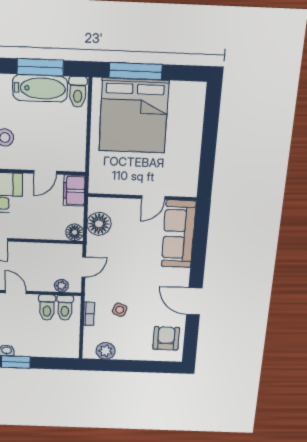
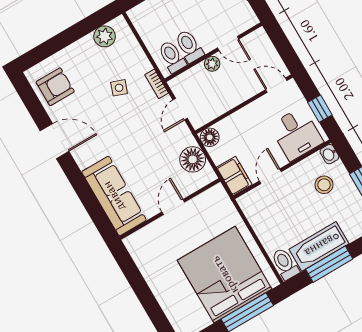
door: (153, 197) -> (173, 207), moved
plant: (62, 286) -> (212, 64), moved
bookcase: (89, 314) -> (157, 84), moved
armchair: (166, 338) -> (55, 87), turned -90

